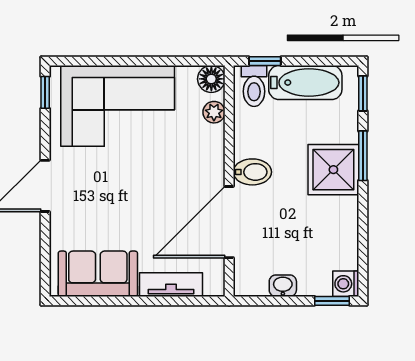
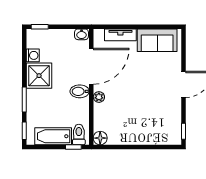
corner sofa: (118, 106) -> (147, 125), removed
plant: (214, 112) -> (99, 97), moved
shower: (333, 170) -> (39, 76), moved
washing machine: (346, 284) -> (33, 55), moved
washbasin: (283, 286) -> (82, 34), moved

